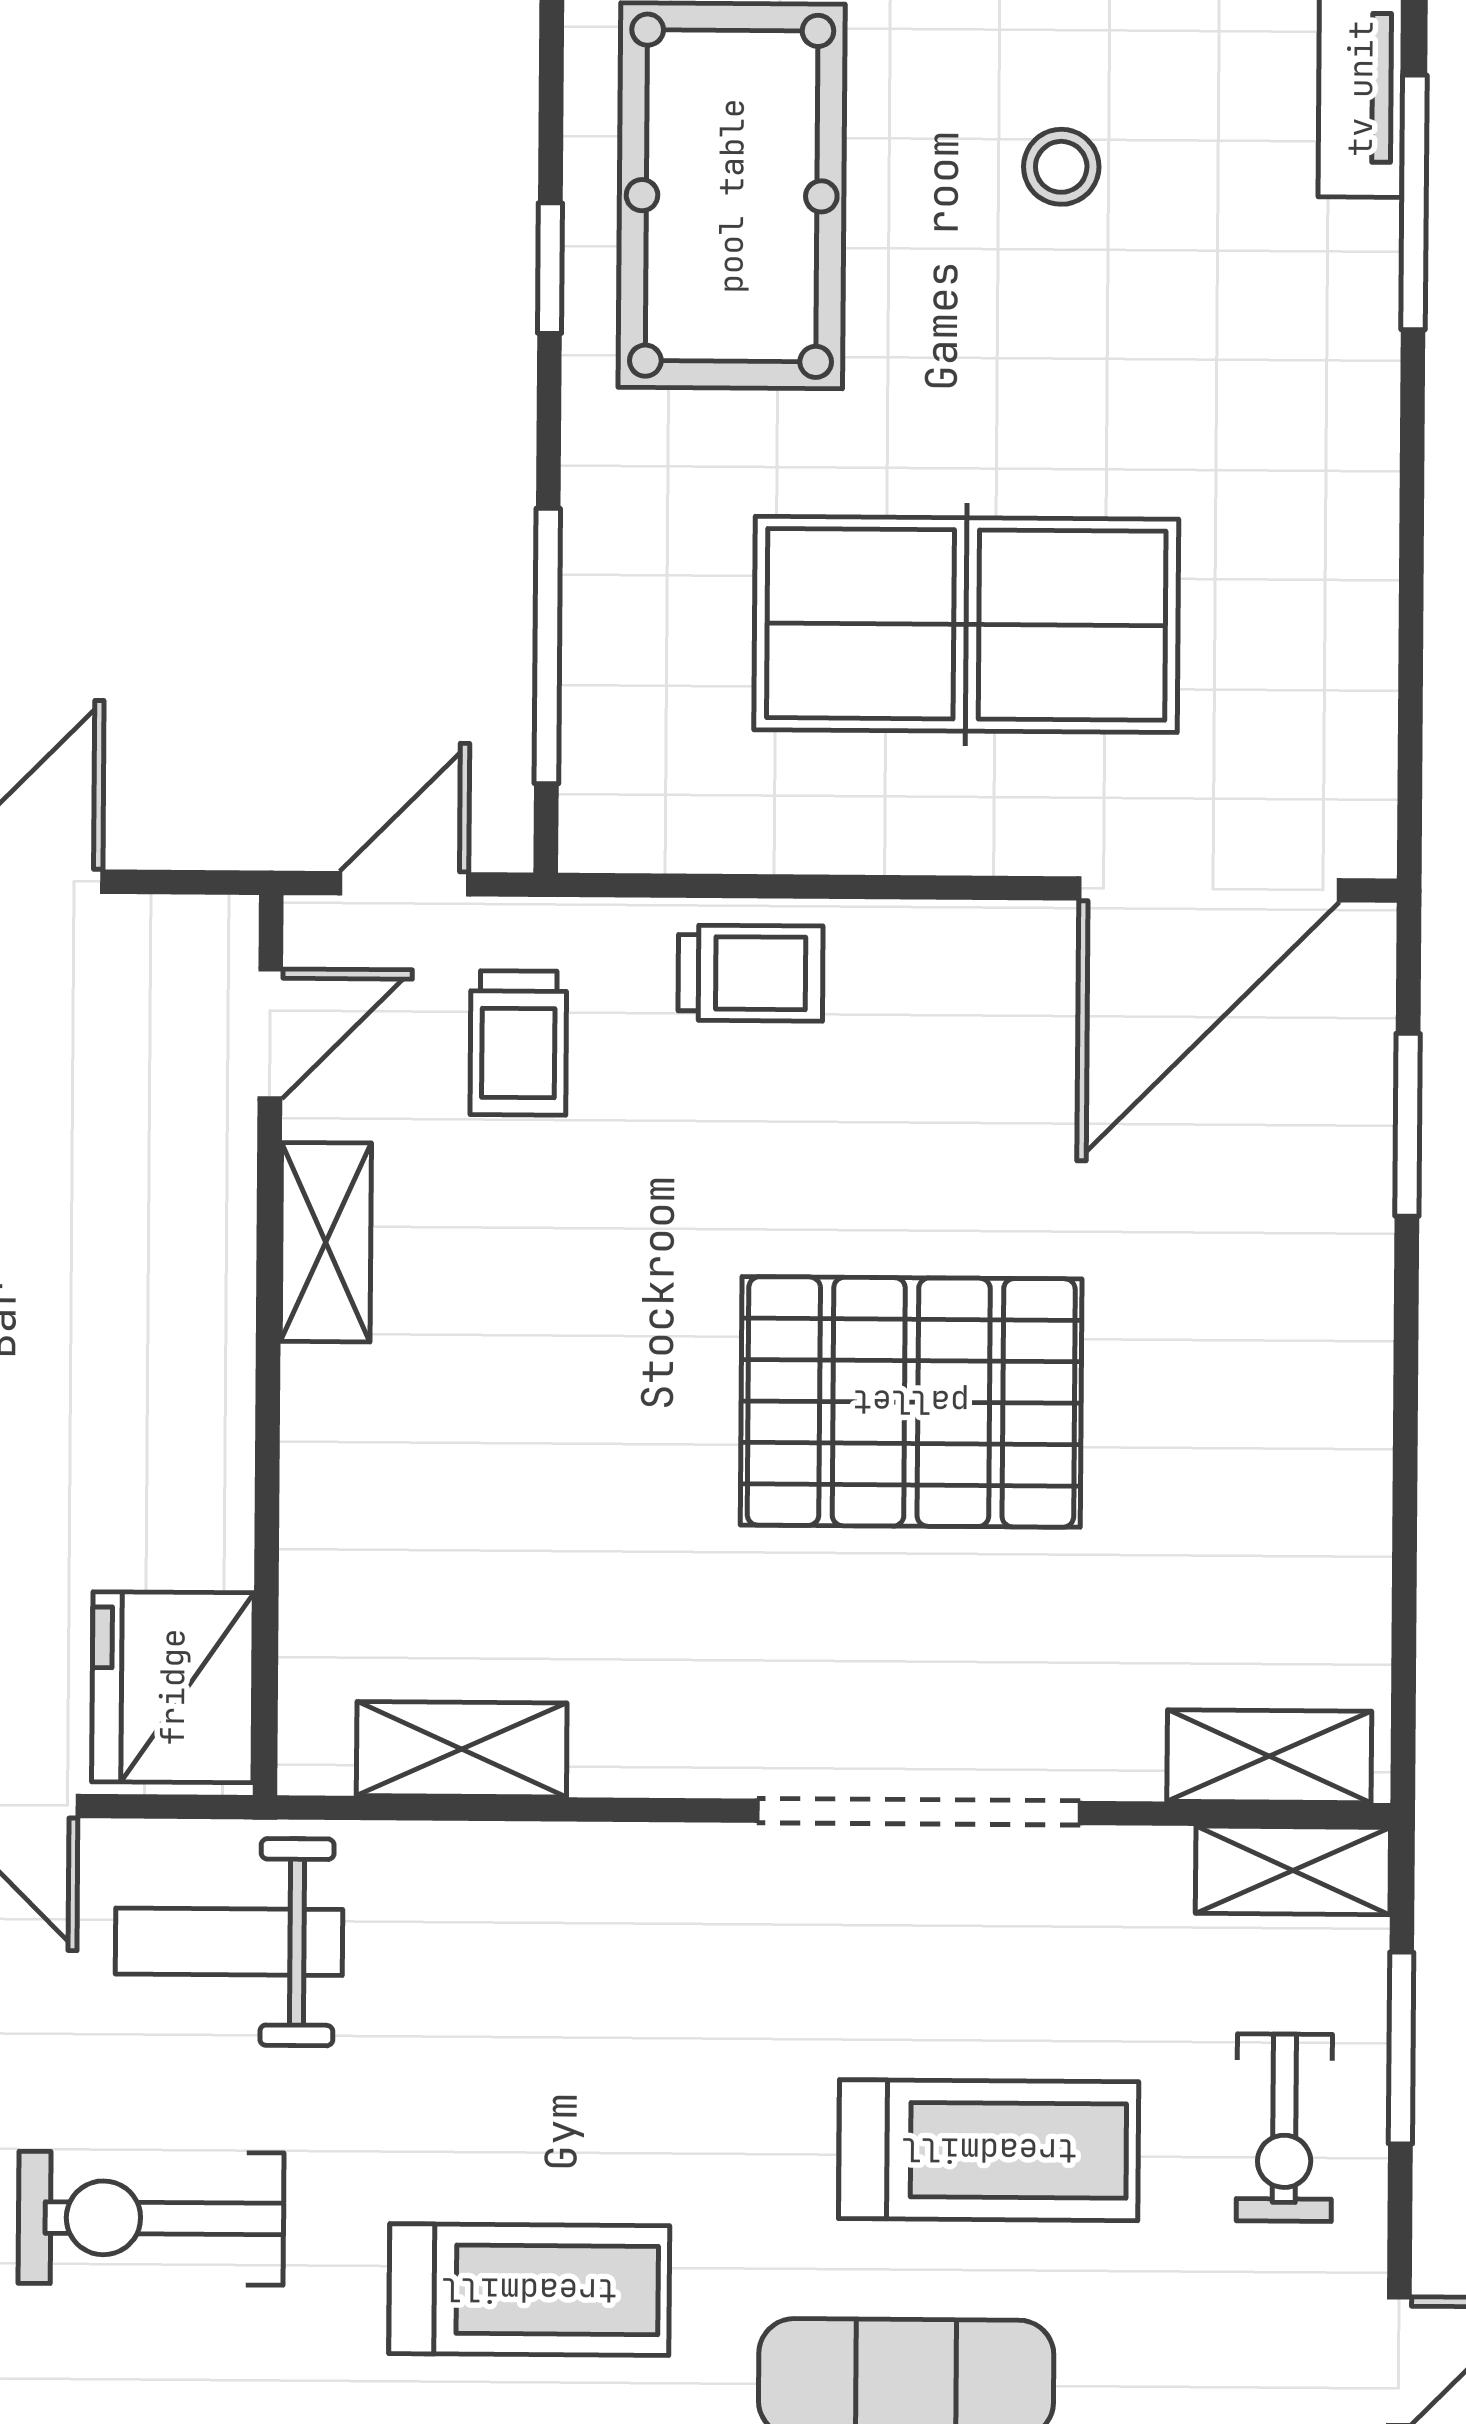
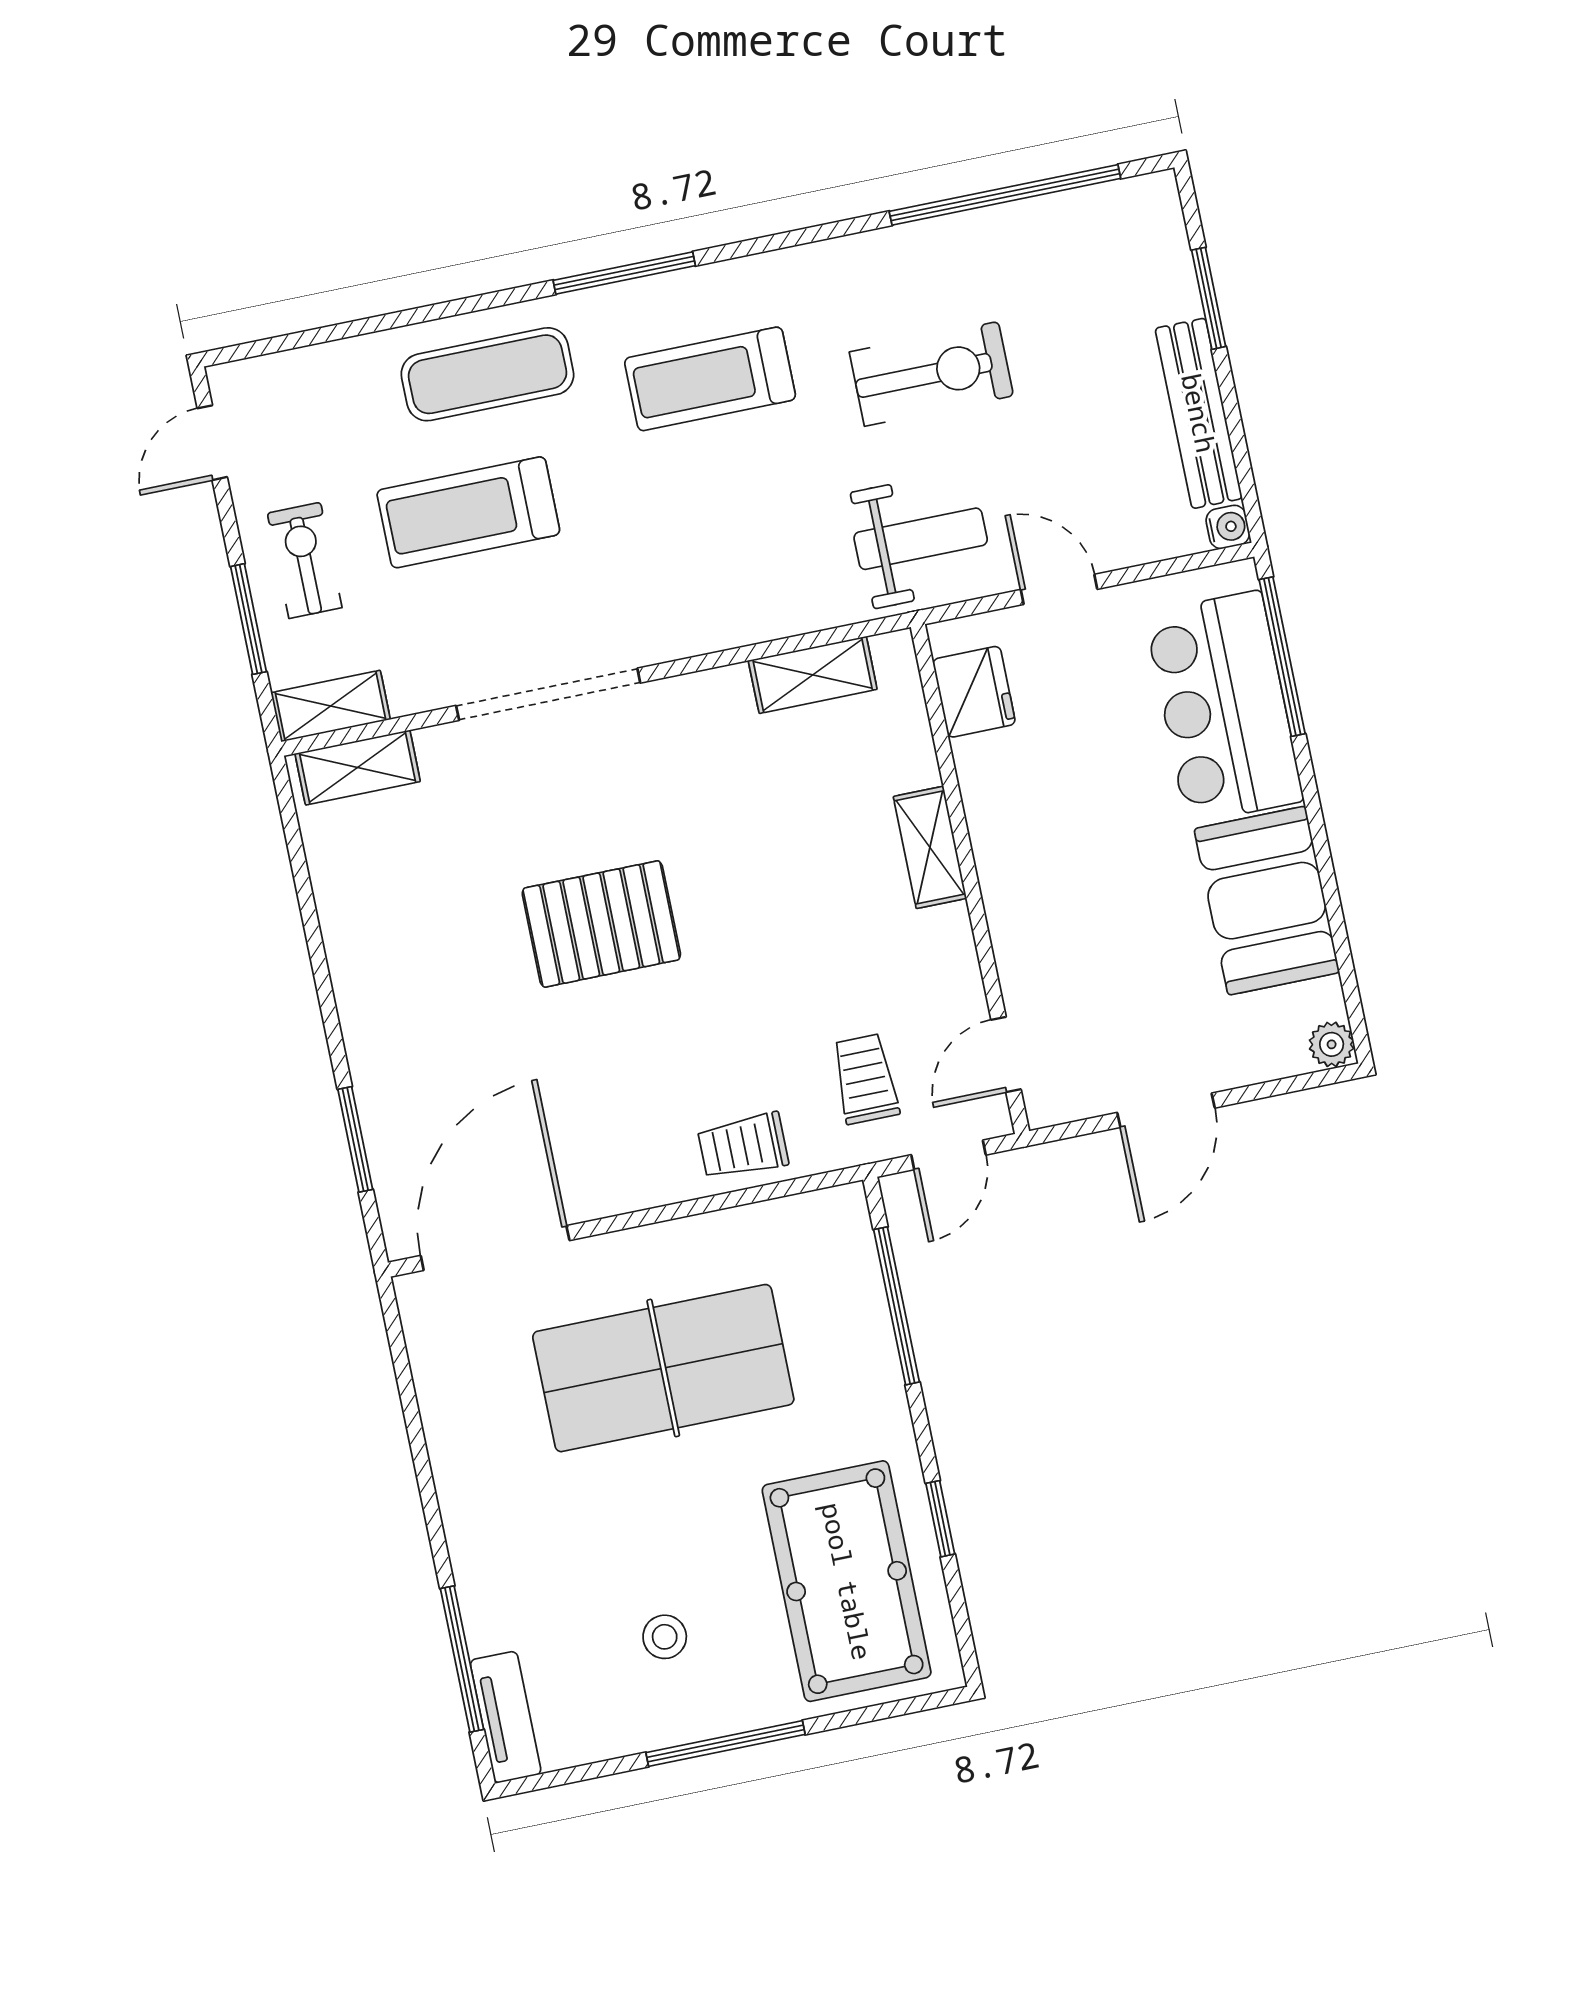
shelving: (326, 1242) -> (930, 847), moved
pallet: (911, 1402) -> (601, 924), width x0.73, depth x0.71
fridge: (173, 1687) -> (974, 692), width x0.73, depth x0.75

